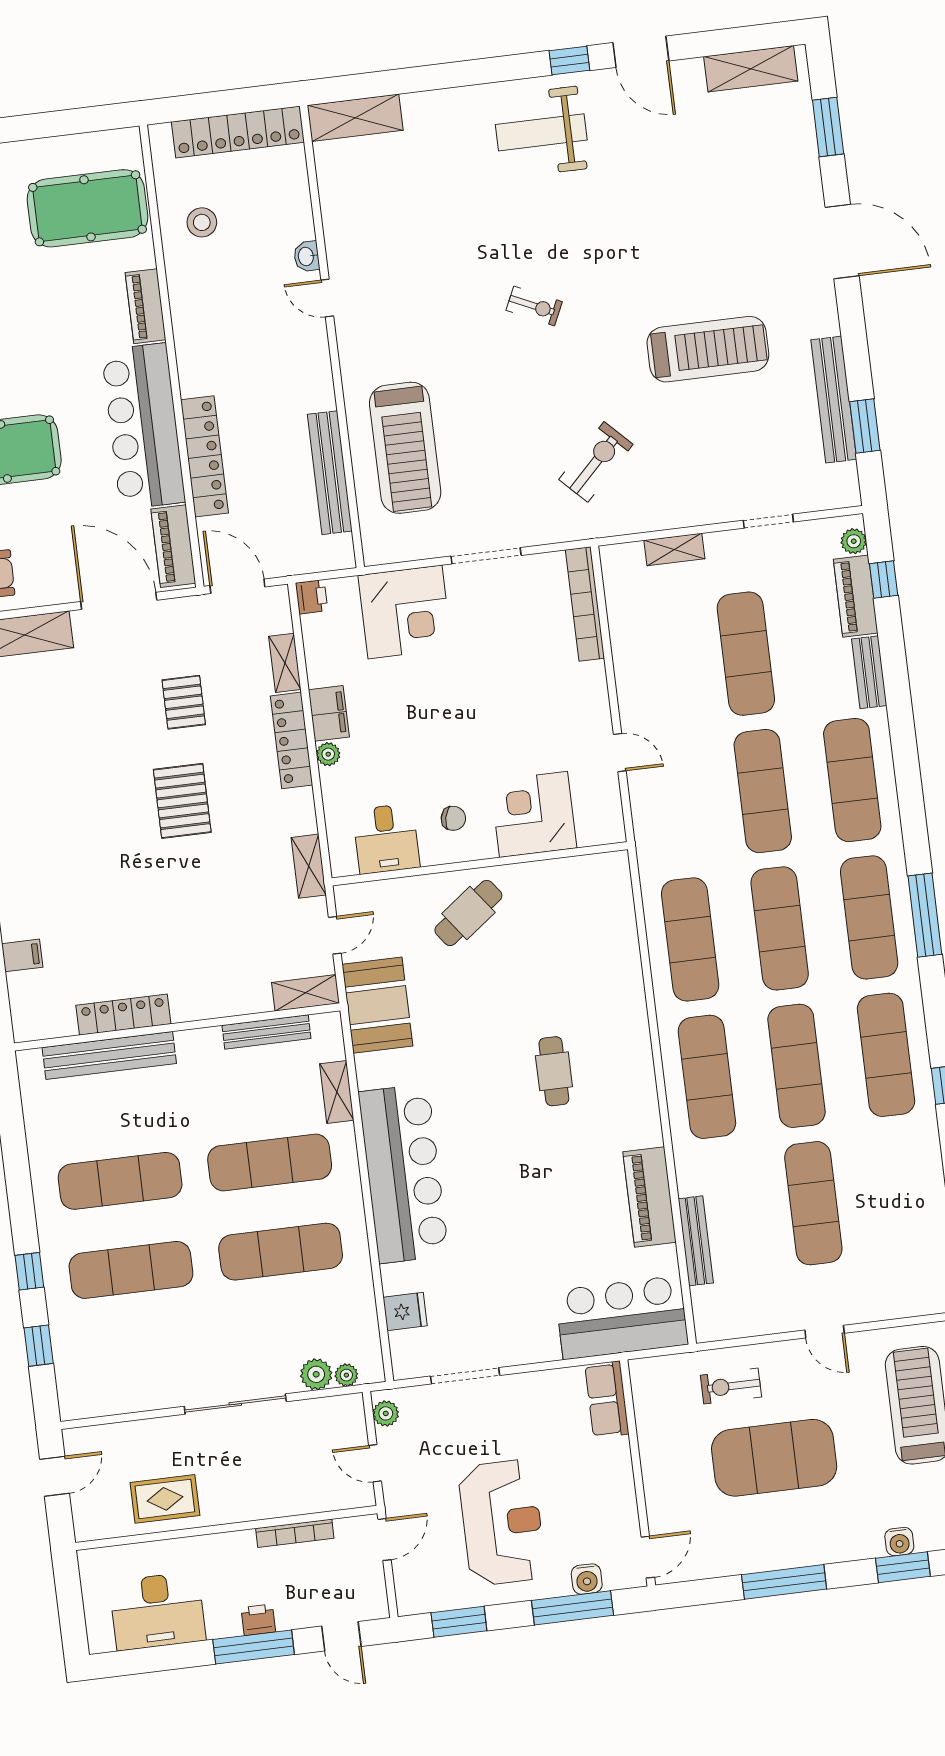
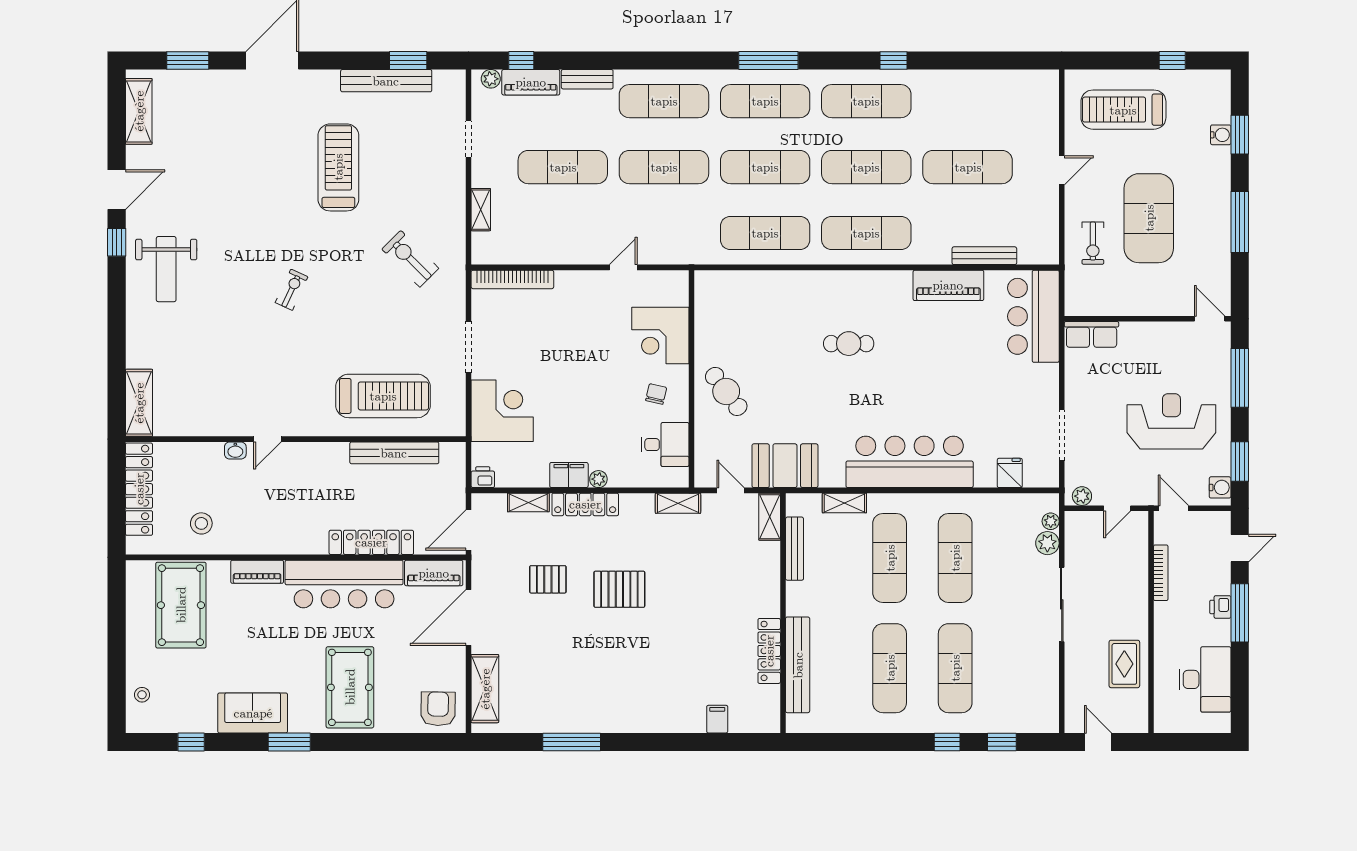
water cooler: (587, 1579) -> (1220, 487), moved

